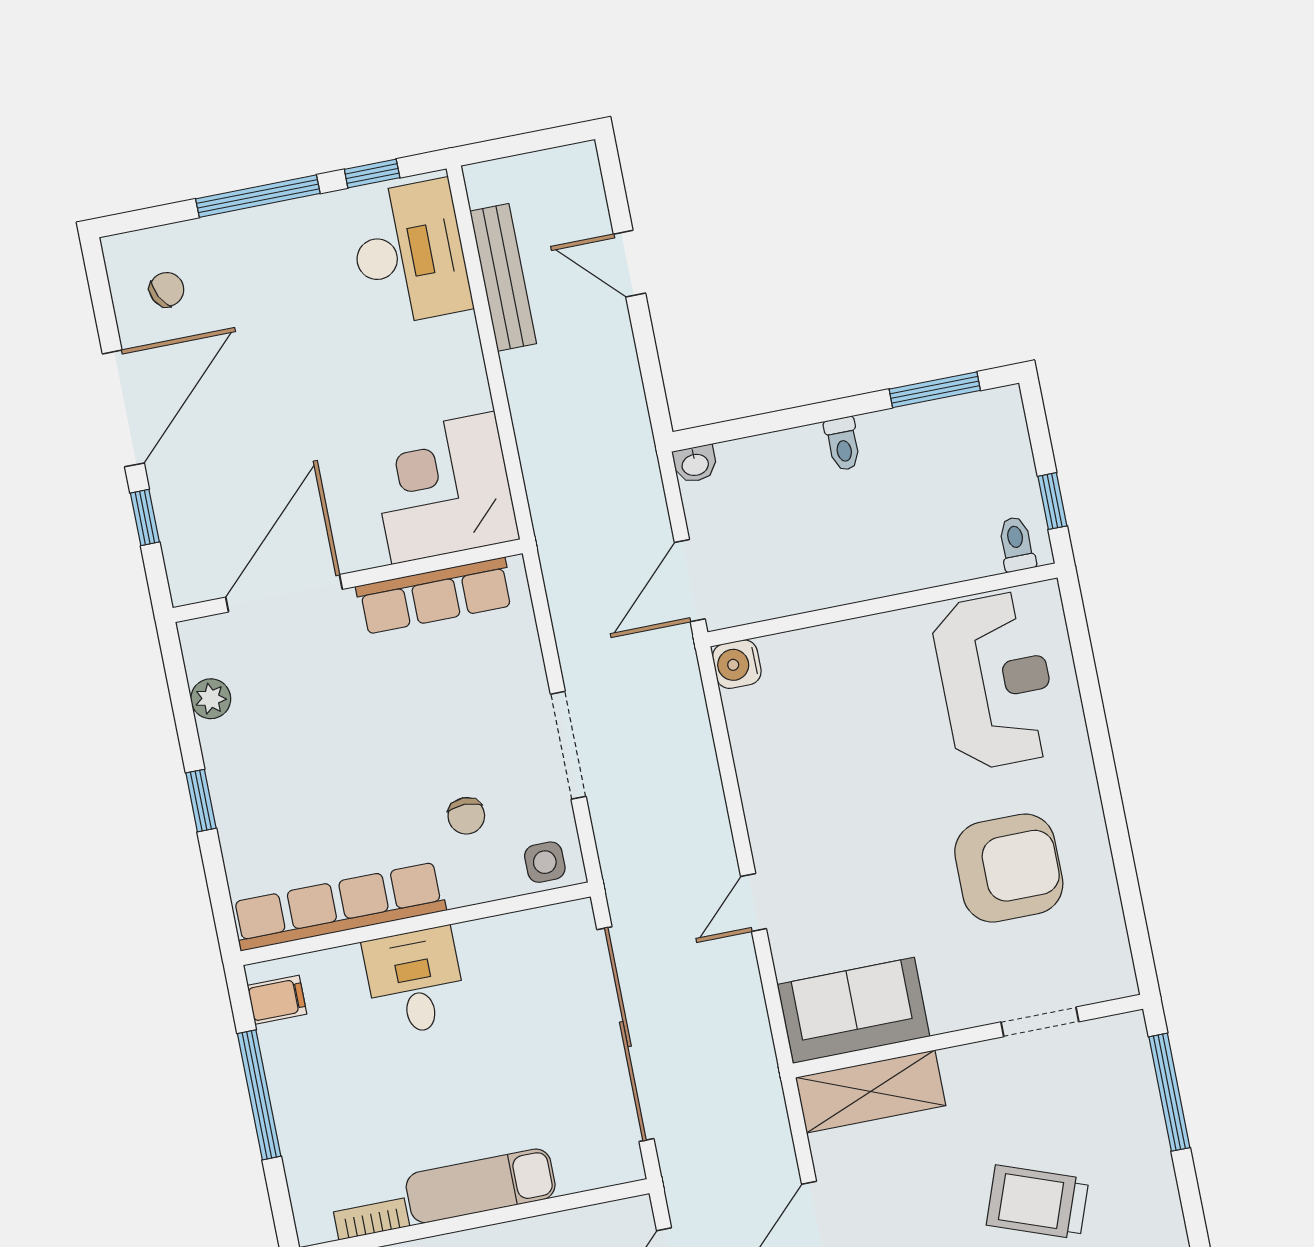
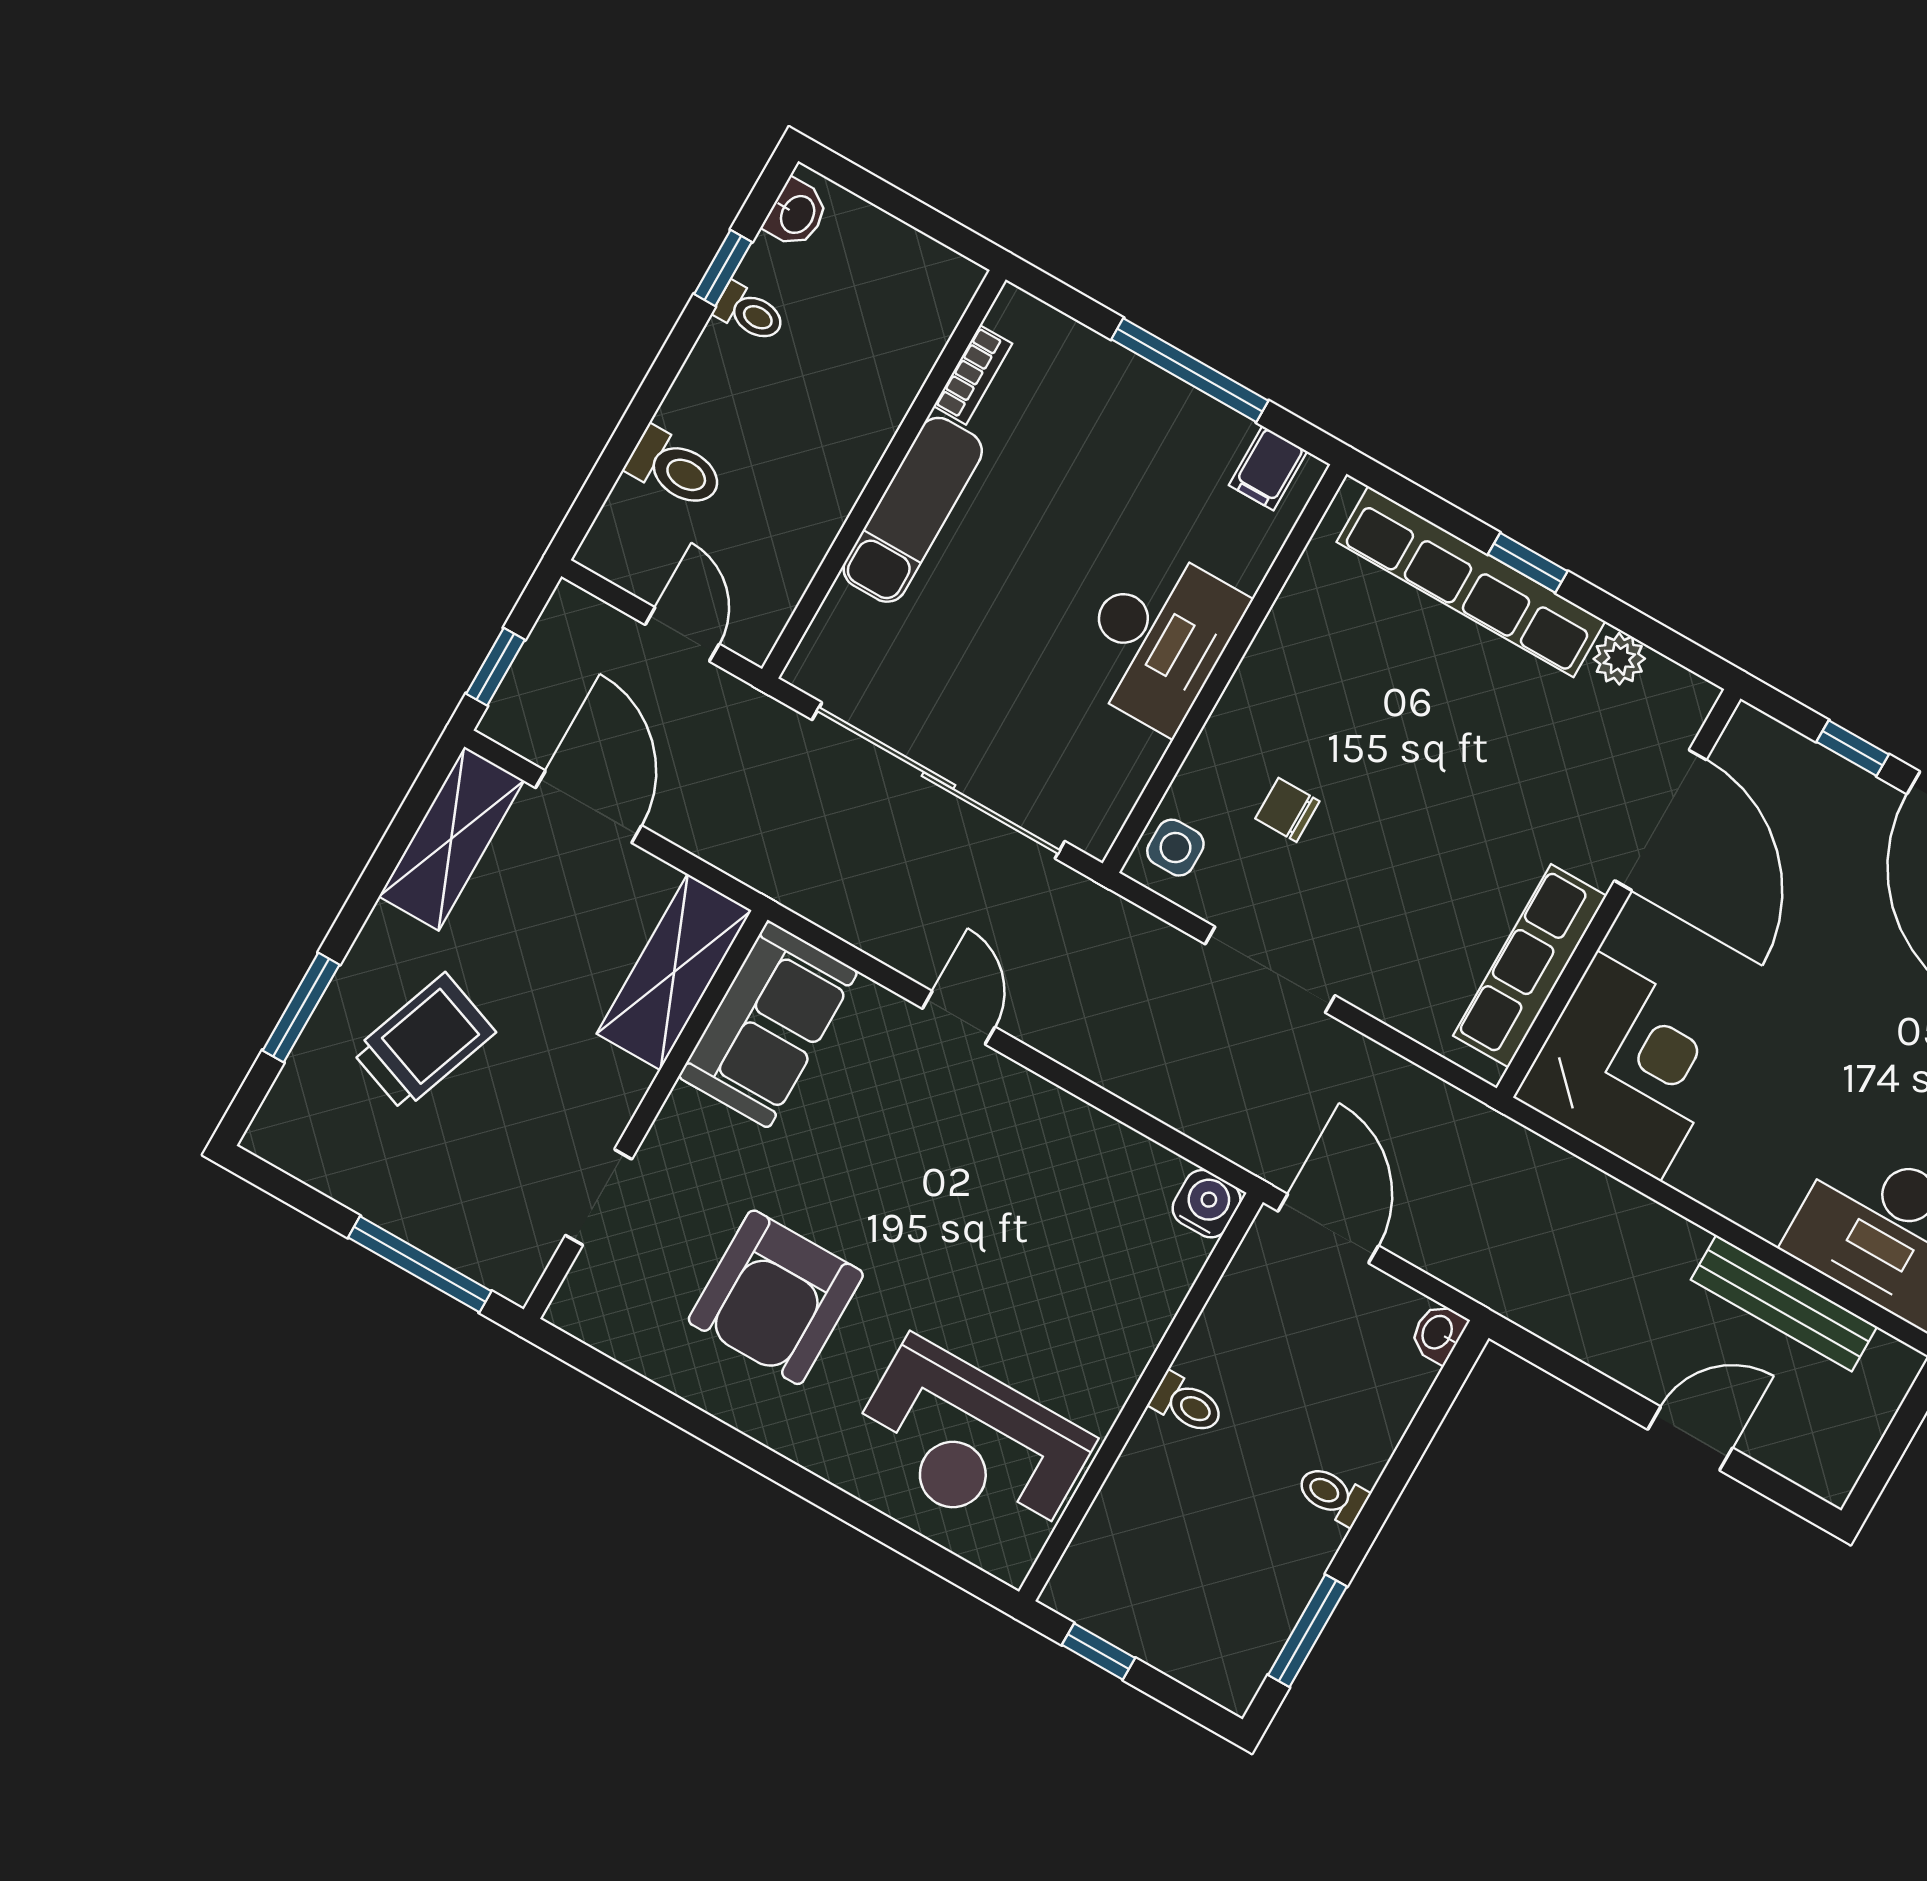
toilet: (1016, 544) -> (1187, 1404), moved
row of seats: (339, 906) -> (1471, 582), moved, turned 90
desk: (415, 981) -> (1158, 638), width x1.37

